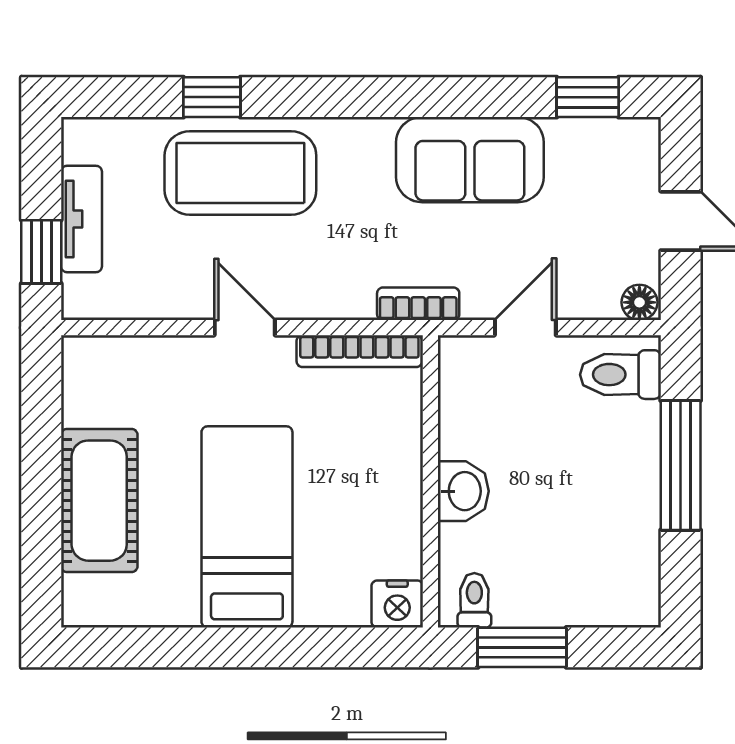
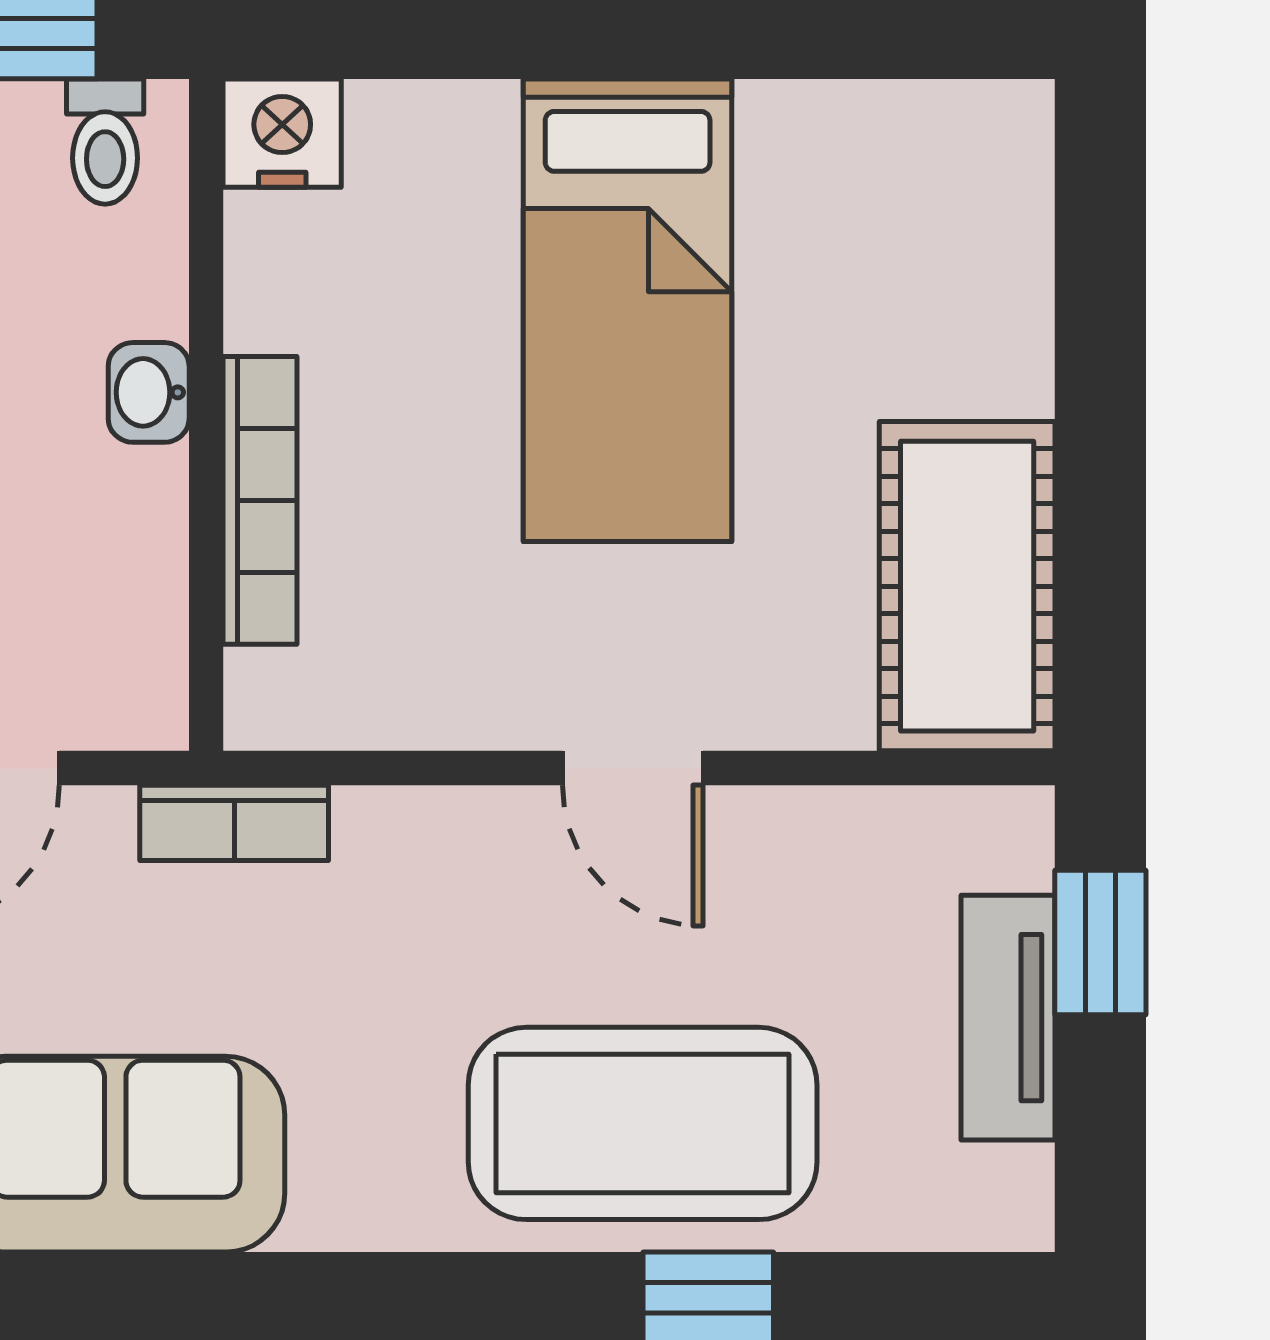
bookcase: (359, 351) -> (260, 500), moved, turned 90
washbasin: (463, 491) -> (149, 392), width x0.72, depth x0.69
cot: (99, 501) -> (967, 586), moved

